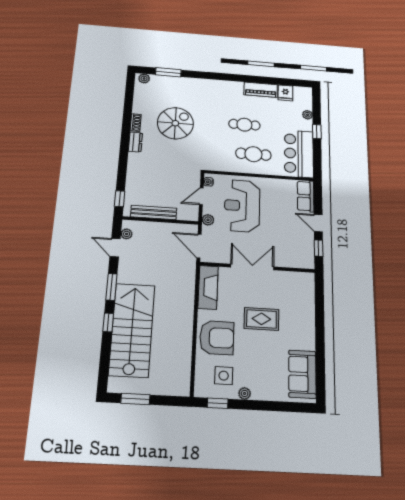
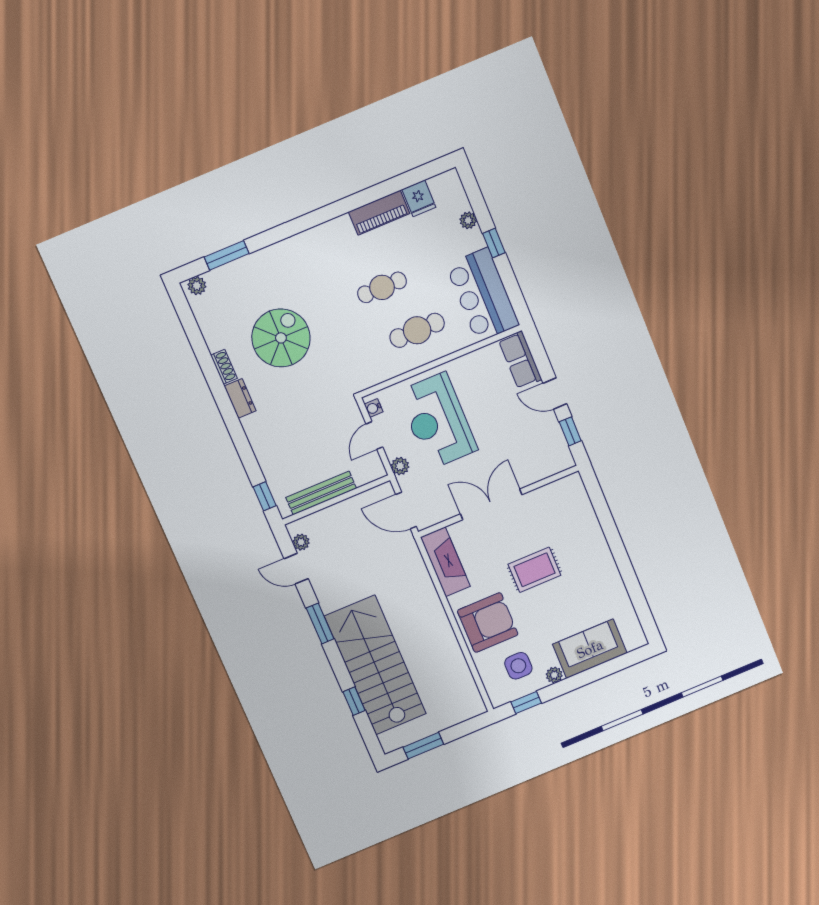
window: (108, 322) -> (354, 701), moved
sofa: (302, 374) -> (590, 649), moved, turned 90

